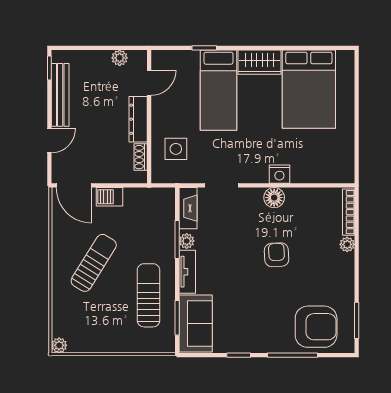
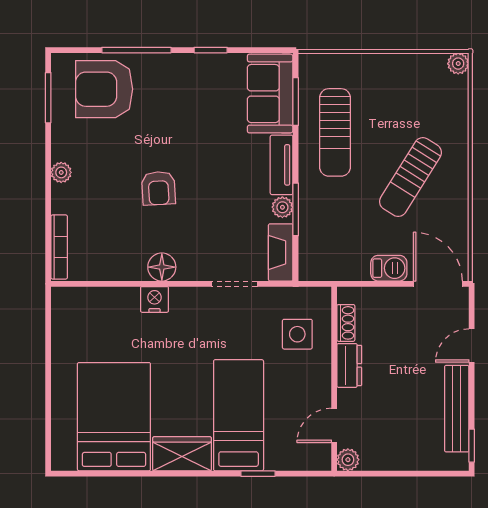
plant: (120, 58) -> (348, 460), moved
dresser: (138, 119) -> (349, 365), width x0.70
plant: (347, 244) -> (61, 172), moved

